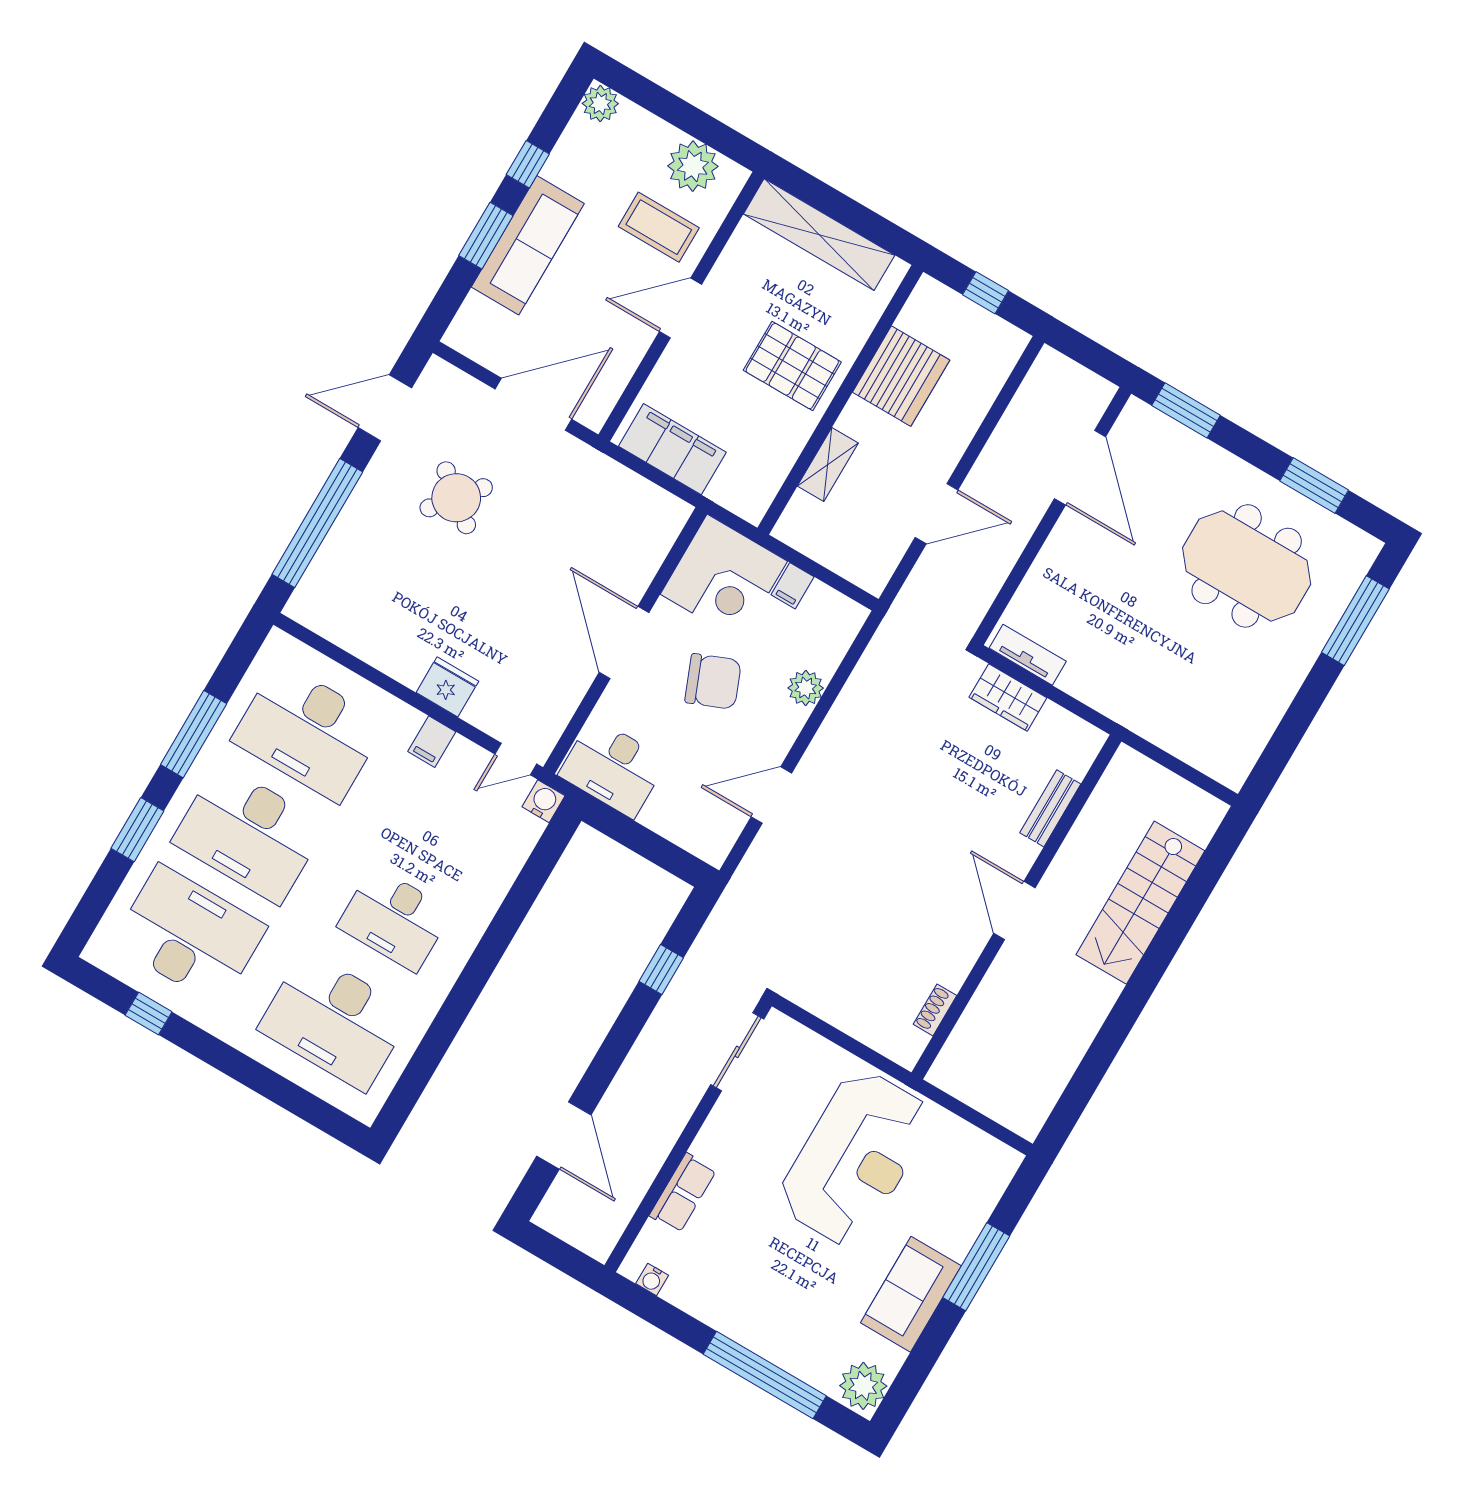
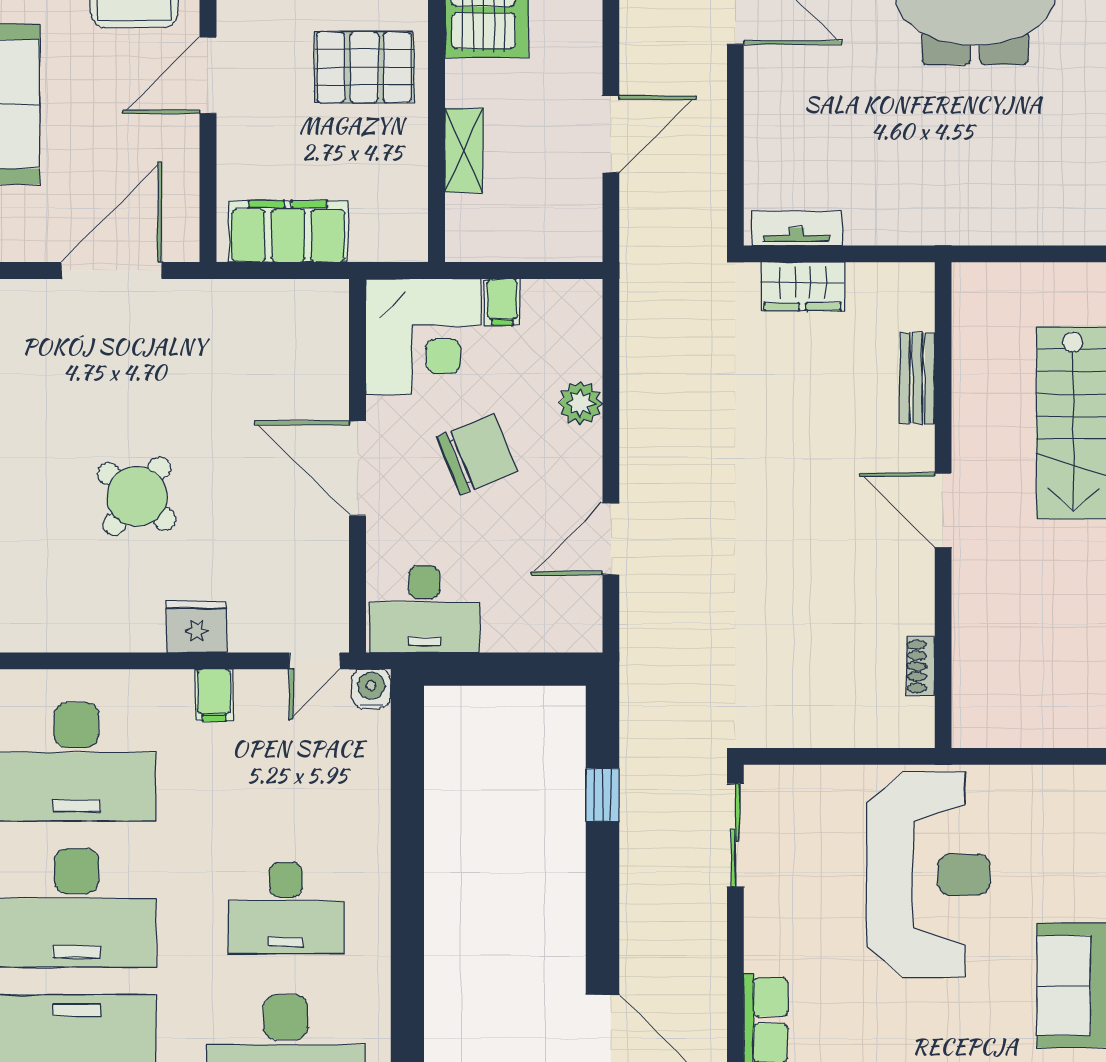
round table: (456, 498) -> (137, 496), moved

